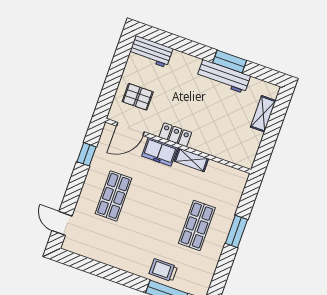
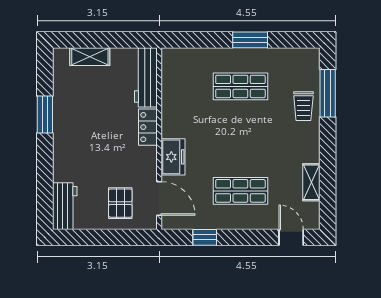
workbench: (224, 76) -> (146, 77), moved, turned 180
locker: (175, 135) -> (148, 127), moved
shelving: (191, 160) -> (311, 182), moved
door: (62, 223) -> (291, 237), swing flipped
window: (236, 231) -> (250, 40), moved

